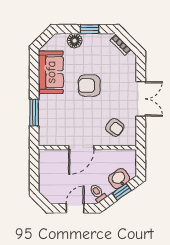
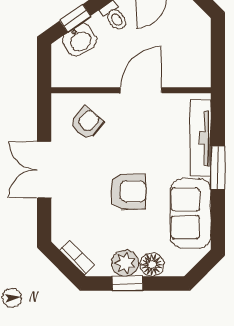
plant: (91, 42) -> (125, 263), added
window: (34, 113) -> (218, 168), moved
tv unit: (45, 118) -> (200, 138), added
armchair: (115, 127) -> (86, 123), turned 93

